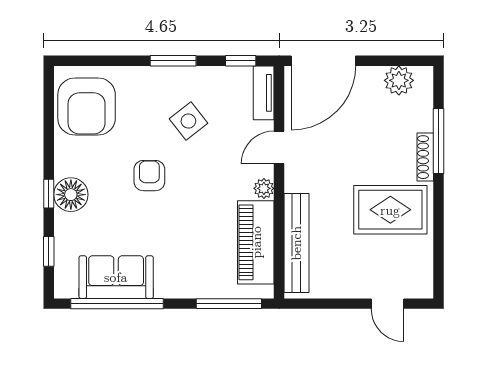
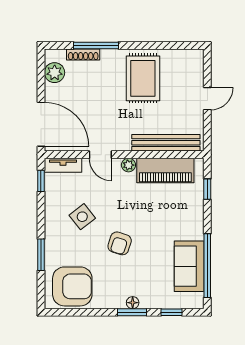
window: (173, 61) -> (41, 255), moved
shoe rack: (425, 157) -> (83, 55), moved
armchair: (149, 176) -> (120, 243), turned -72
window: (49, 194) -> (132, 312), width x1.50
floor lamp: (71, 195) -> (133, 303), width x0.53, depth x0.53
window: (229, 304) -> (207, 189), width x0.46
door: (387, 304) -> (207, 99), moved

